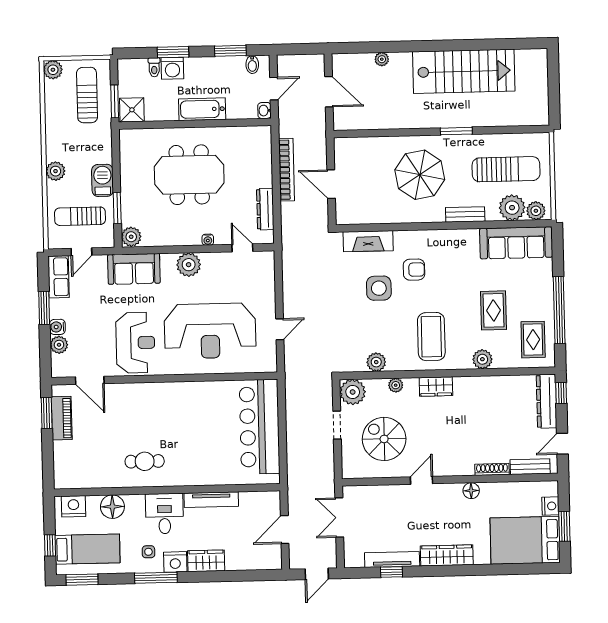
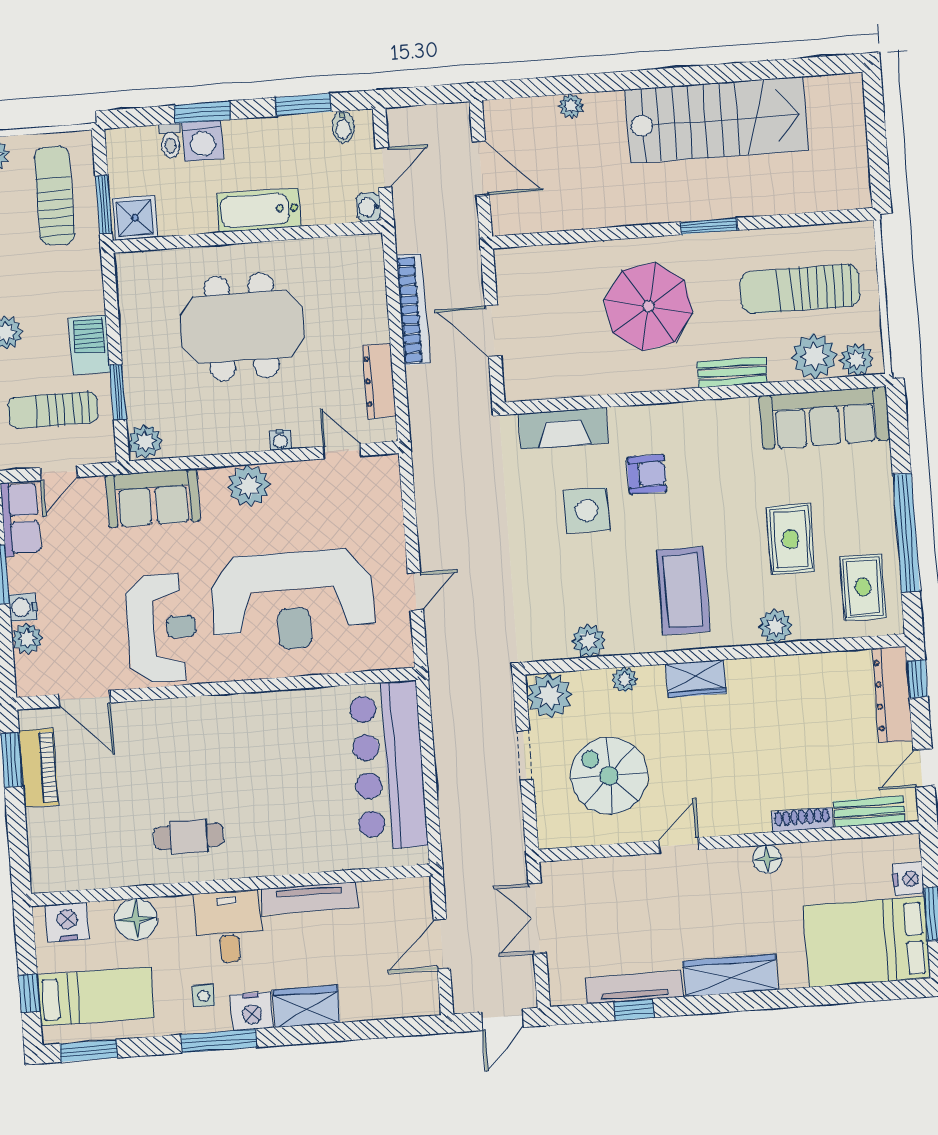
sun lounger: (506, 169) -> (800, 289), turned 180

